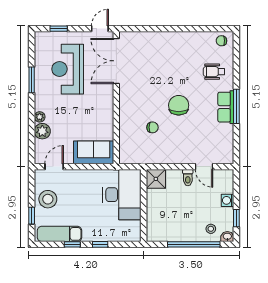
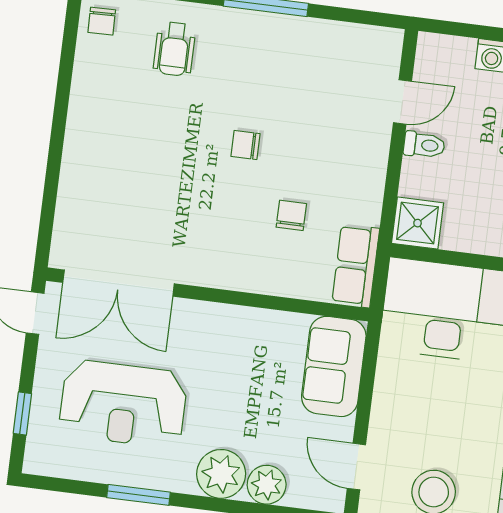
chair: (179, 105) -> (245, 145), width x0.54, depth x0.54
row of seats: (226, 107) -> (356, 266), moved, turned 90
plant: (40, 117) -> (221, 474), width x1.87, depth x1.87

